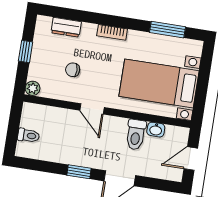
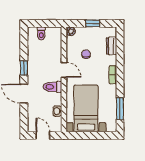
door: (92, 109) -> (64, 70), swing flipped
toilet: (136, 135) -> (52, 87), moved

